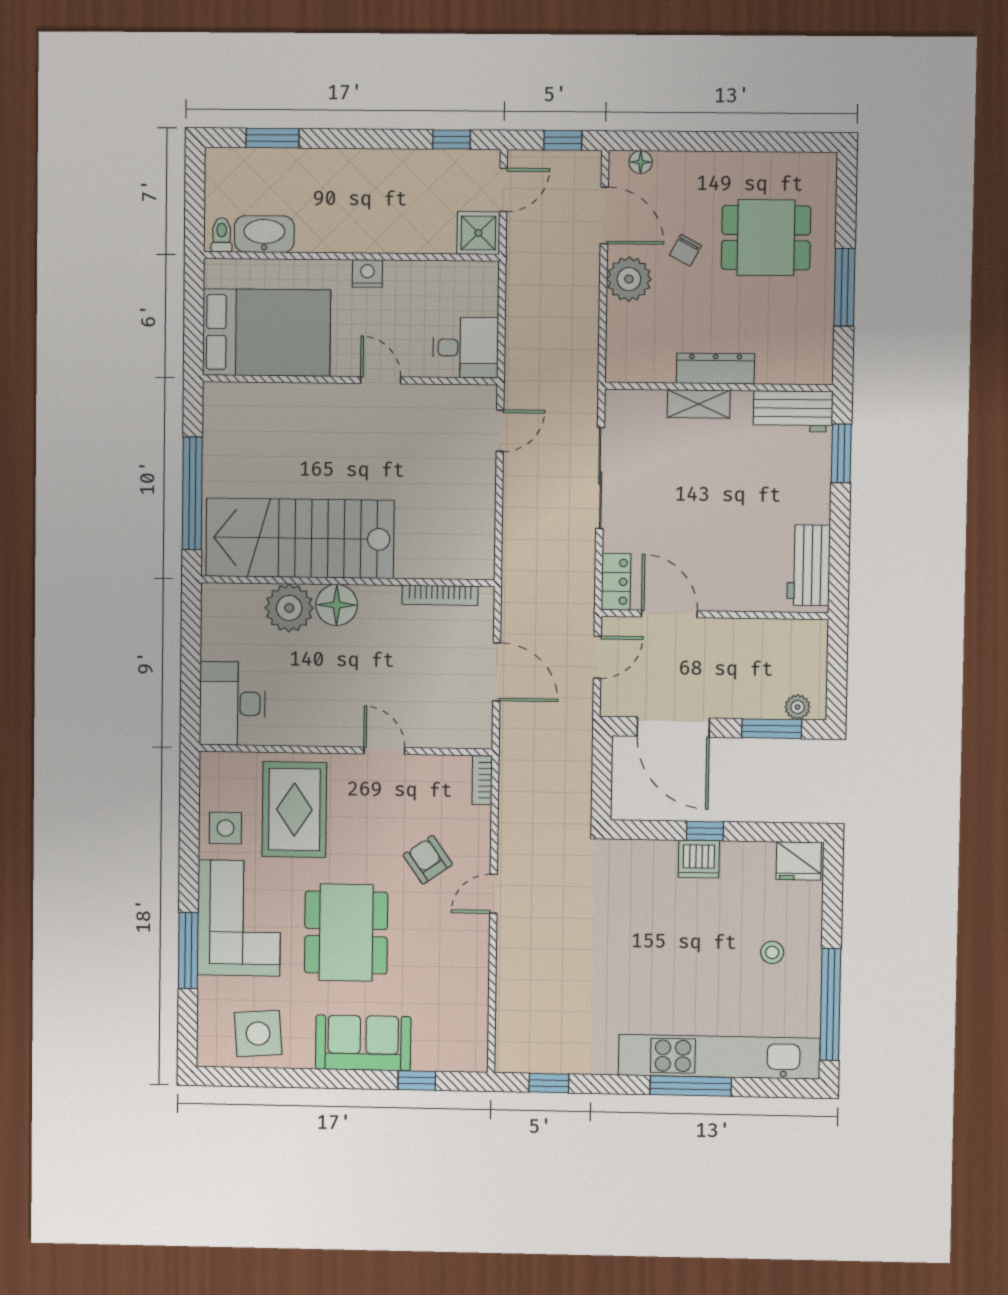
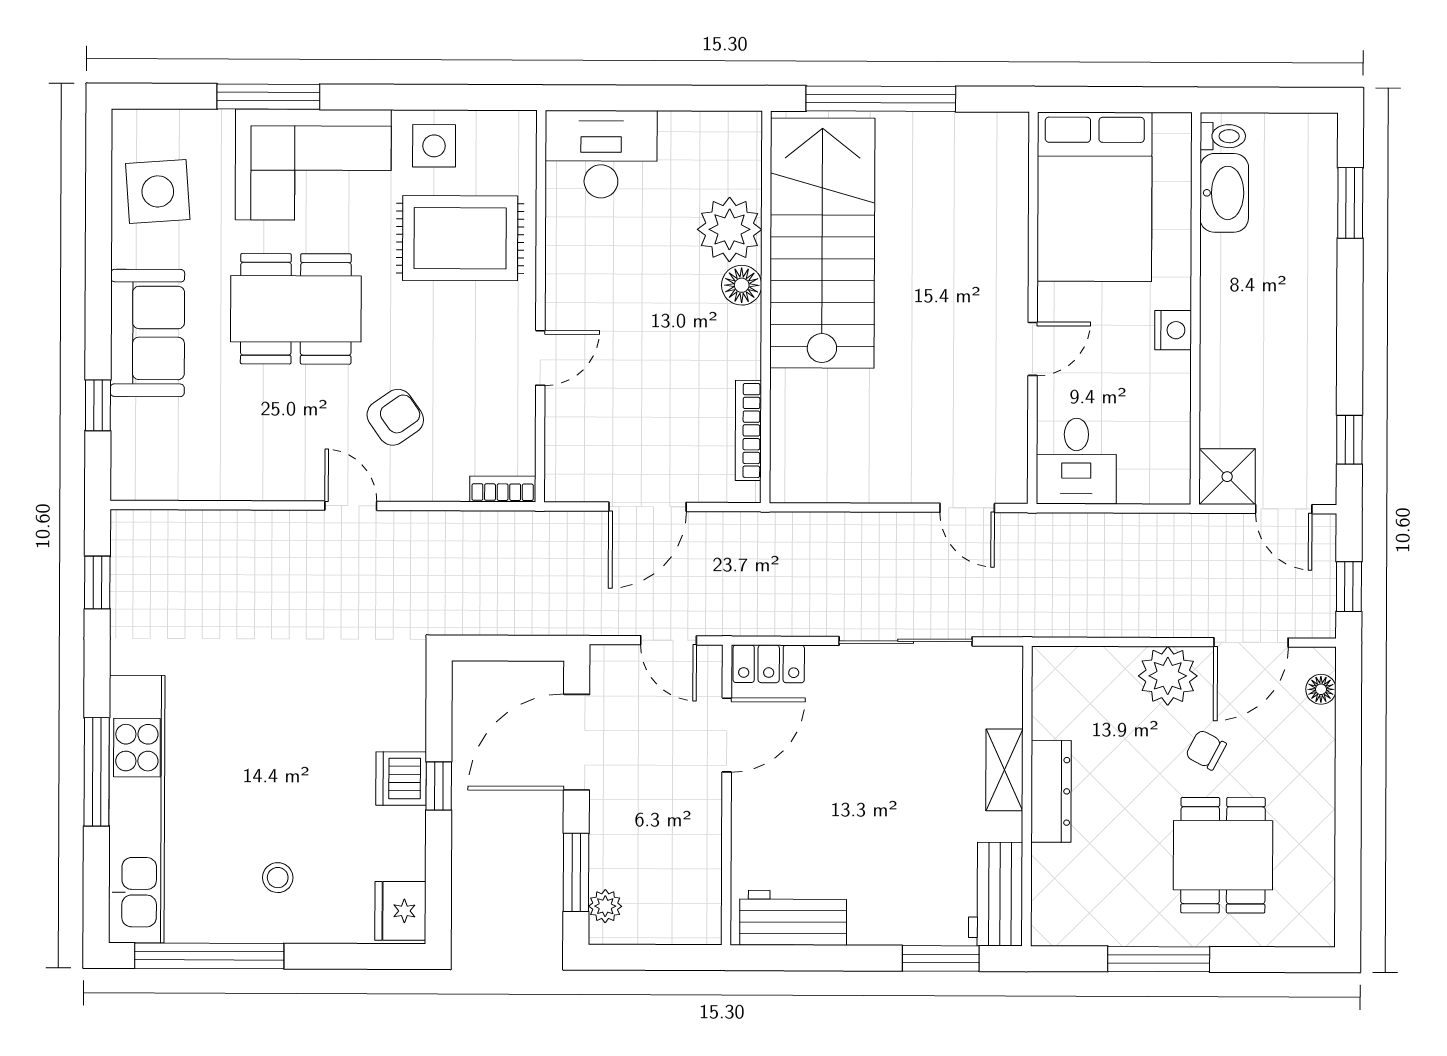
floor lamp: (337, 605) -> (742, 285), width x0.73, depth x0.73

